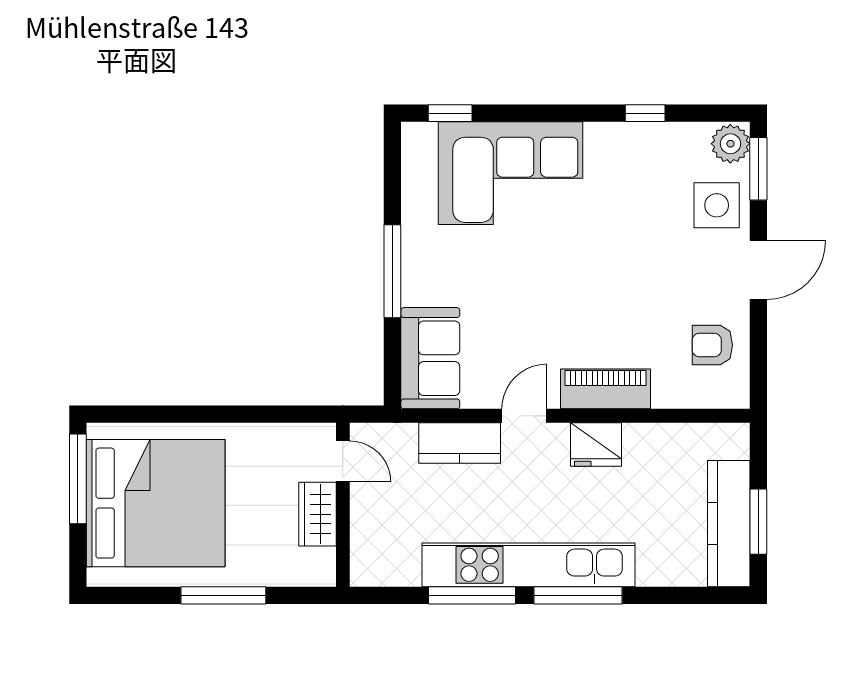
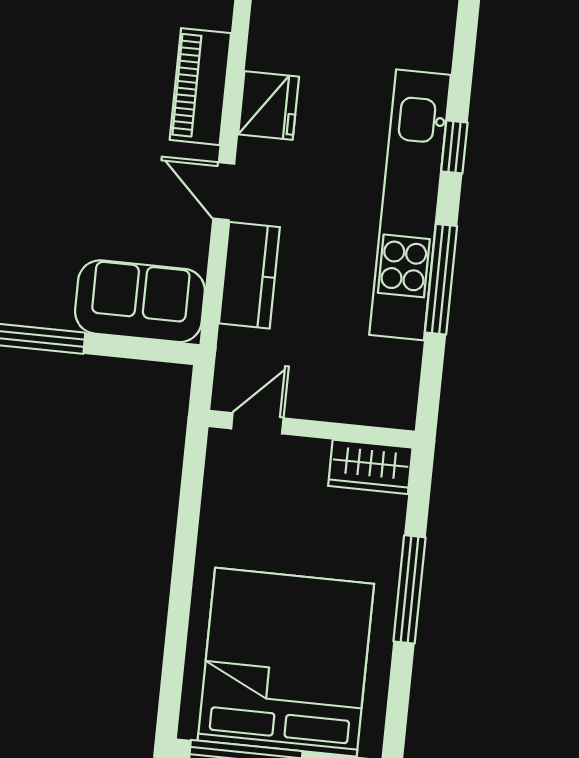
wardrobe: (317, 514) -> (370, 467), moved
window: (578, 595) -> (454, 147), width x0.46

